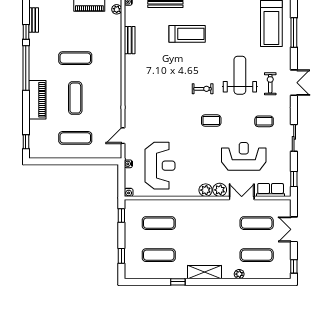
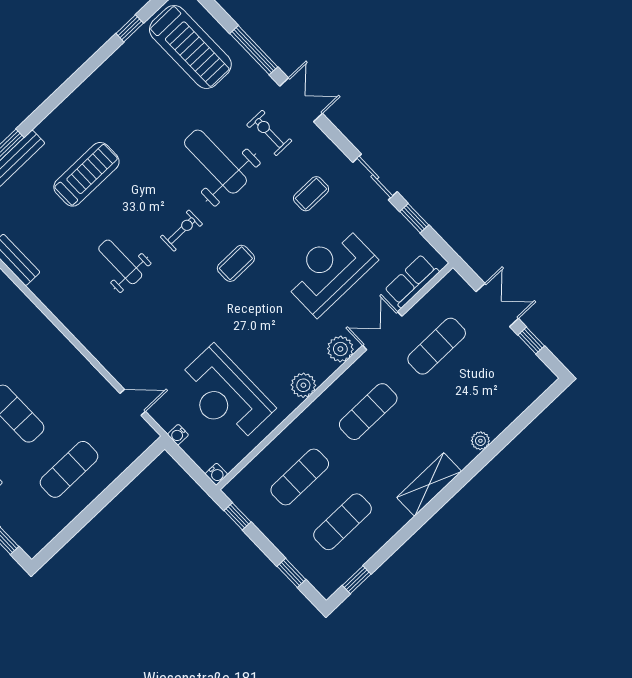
window: (294, 32) -> (254, 50), moved
weight bench: (169, 79) -> (120, 262), added
door: (123, 136) -> (133, 402), swing flipped
reception desk: (160, 166) -> (225, 395), turned 180
window: (294, 179) -> (414, 218), moved
plant: (206, 190) -> (303, 385), moved
double door: (294, 229) -> (497, 305), swing flipped
exercise mat: (257, 255) -> (368, 412), moved
window: (294, 266) -> (531, 341), moved
window: (178, 282) -> (357, 580), moved

